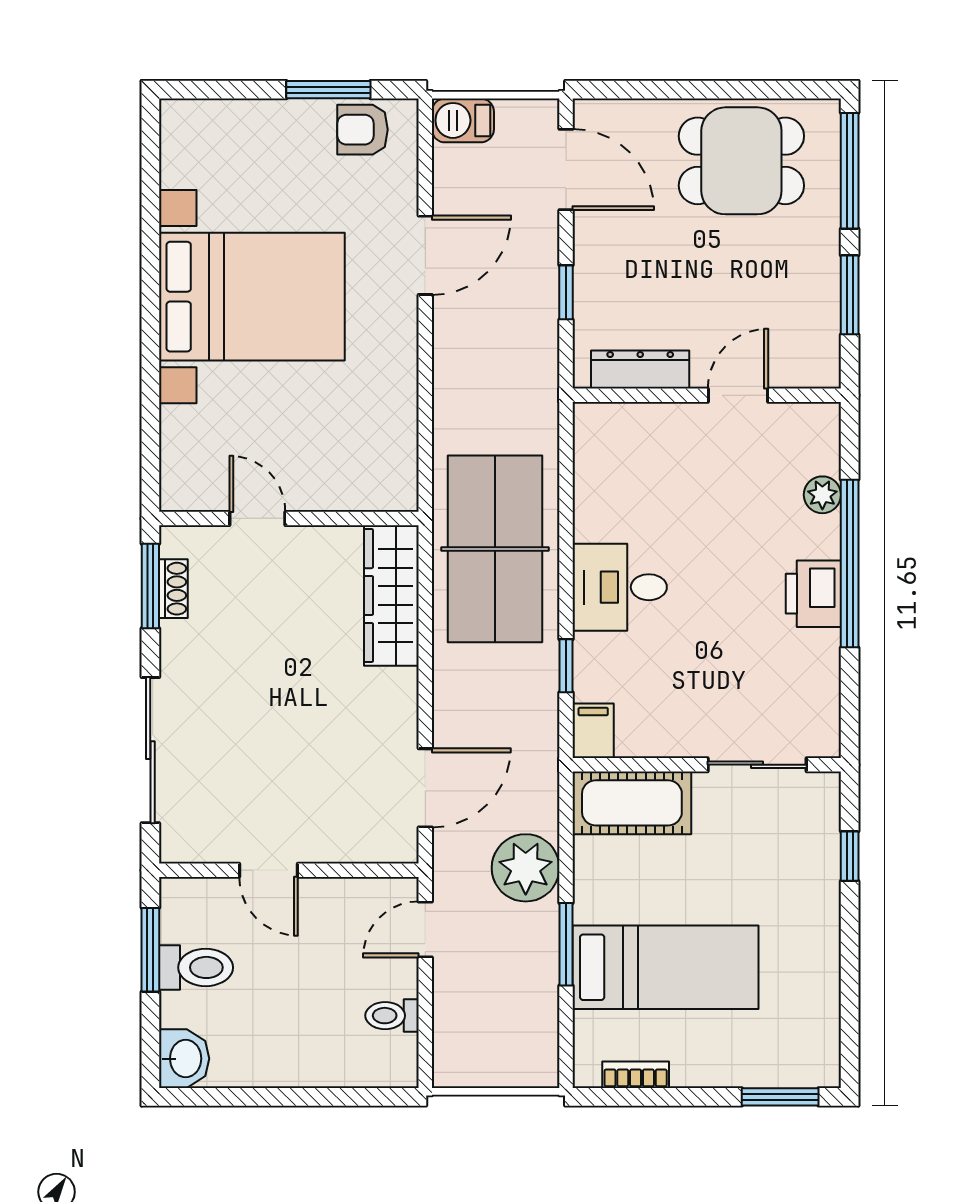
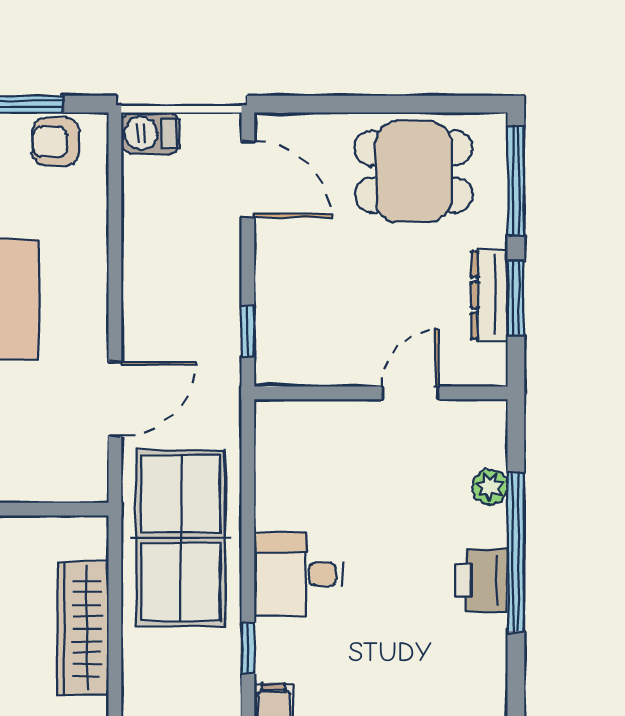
door: (425, 255) -> (115, 399), moved
window: (566, 292) -> (248, 331), moved
dresser: (640, 370) -> (489, 295), moved, turned -90
wardrobe: (391, 596) -> (83, 628), moved

